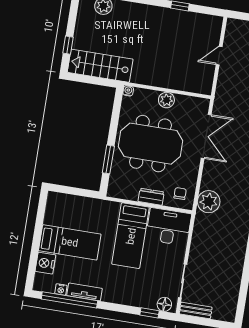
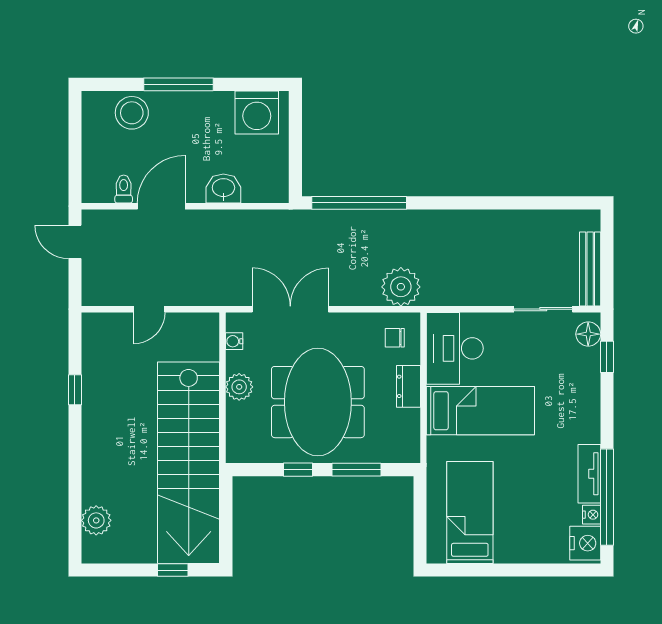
door: (219, 56) -> (149, 309), hinge flipped
stairs: (100, 66) -> (189, 463), width x1.86, depth x1.51
water cooler: (128, 91) -> (234, 341), moved
window: (114, 126) -> (298, 470), added
bed: (70, 242) -> (470, 512), moved
nightstand: (45, 263) -> (585, 543), moved, turned -90
bench: (196, 310) -> (590, 269), width x1.36

